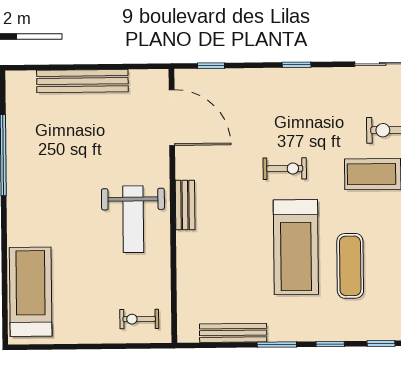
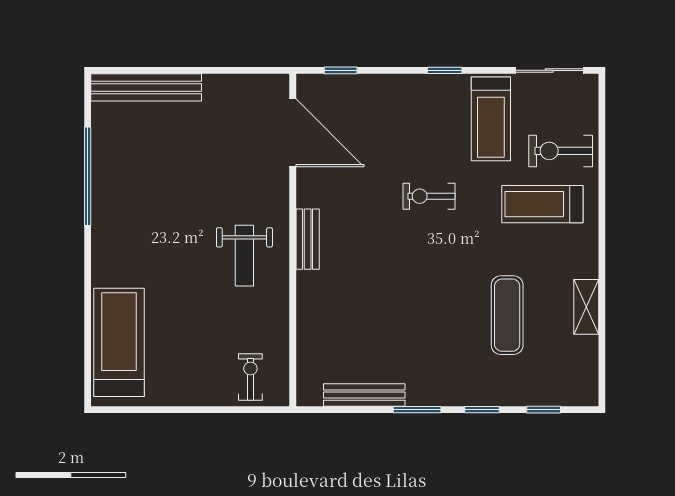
bench: (82, 81) -> (146, 87), moved
exercise bike: (285, 169) -> (429, 196), turned 180
weight bench: (133, 219) -> (244, 256), width x0.73, depth x0.75
treadmill: (296, 247) -> (491, 119), moved, width x0.73, depth x0.73
exercise bike: (139, 319) -> (250, 377), turned 90

